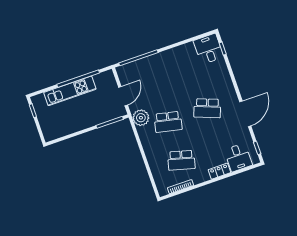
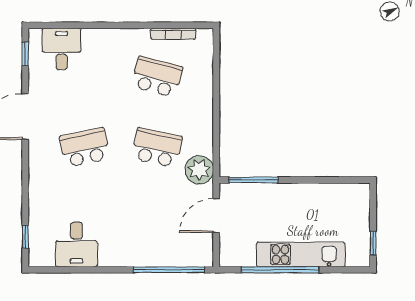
desk: (208, 49) -> (76, 244), moved
school desk: (207, 108) -> (85, 148), turned -33
locker: (219, 171) -> (100, 37), removed

